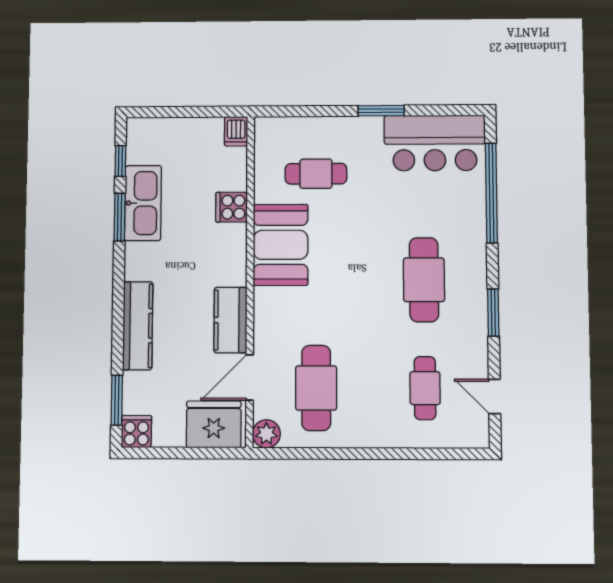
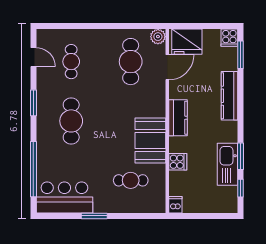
kitchen counter: (230, 320) -> (178, 118), moved

